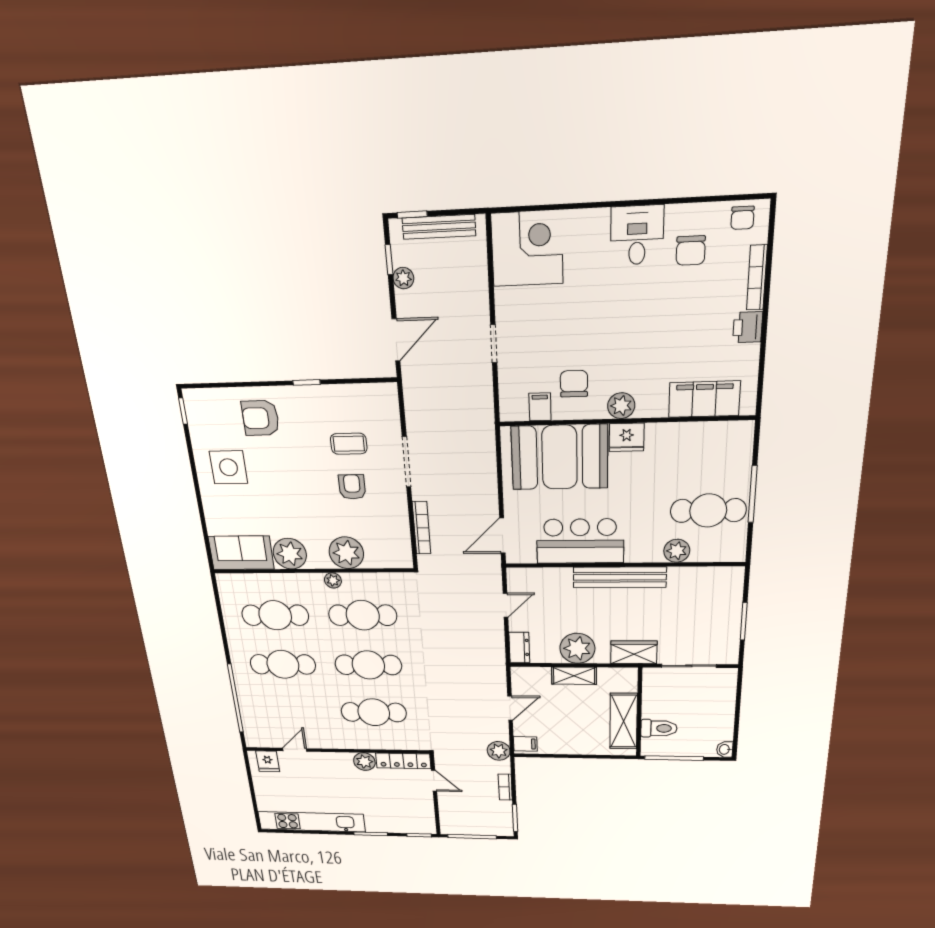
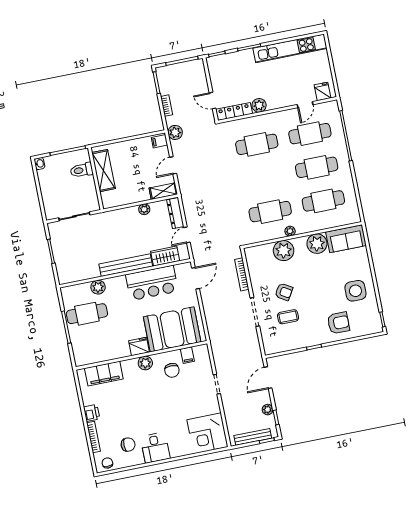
chair: (691, 251) -> (128, 445), turned 90
armchair: (352, 487) -> (284, 292), turned -59
dresser: (519, 647) -> (175, 213), width x1.44
plant: (577, 648) -> (144, 209), width x0.53, depth x0.53
wardrobe: (634, 652) -> (165, 256), moved, turned 180
cafe table: (368, 665) -> (310, 134), moved
shelving: (574, 676) -> (163, 191), moved

